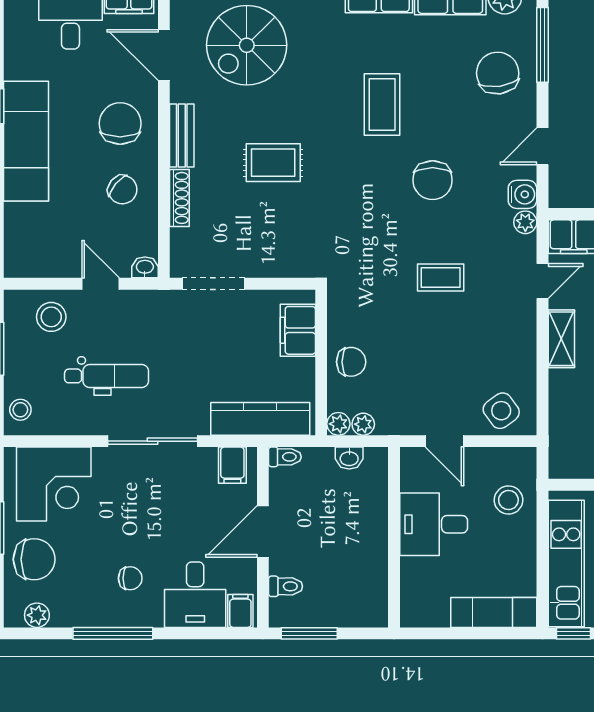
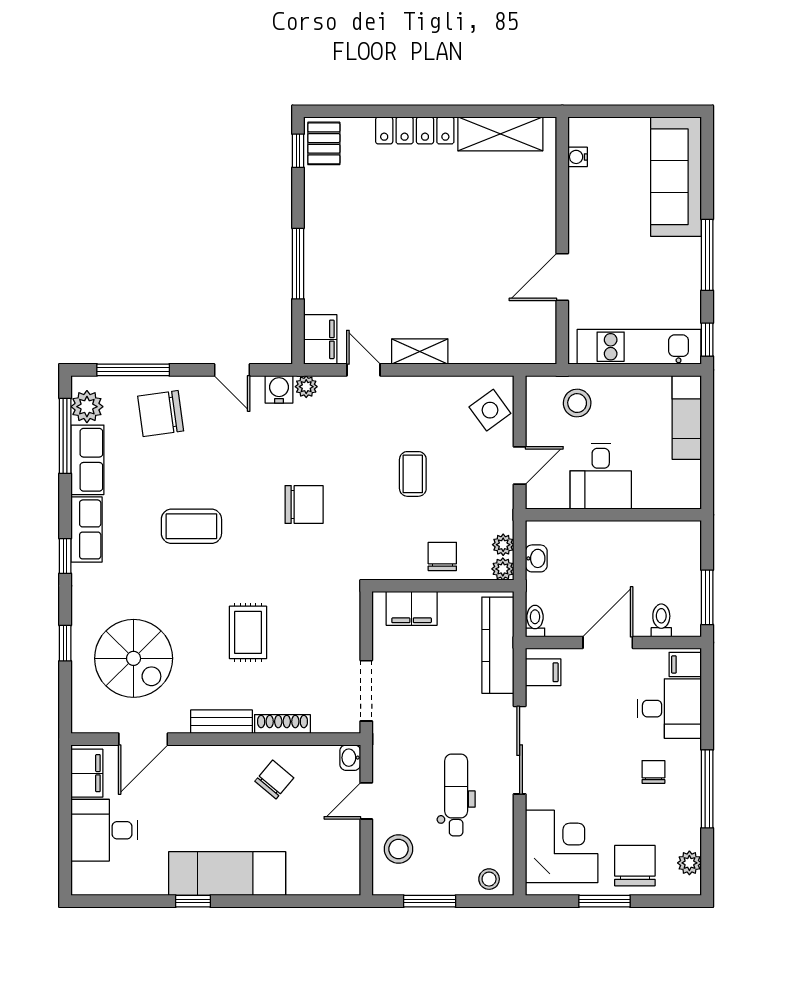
chair: (120, 123) -> (210, 782), removed
chair: (433, 180) -> (304, 504), moved
coffee table: (441, 277) -> (413, 474), moved
door: (263, 531) -> (608, 643), swing flipped

